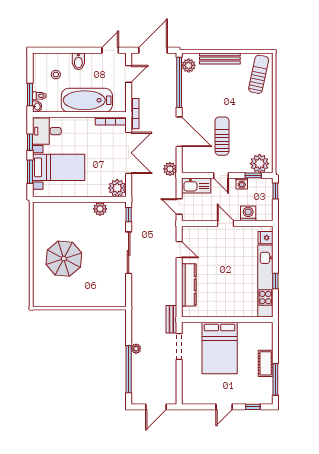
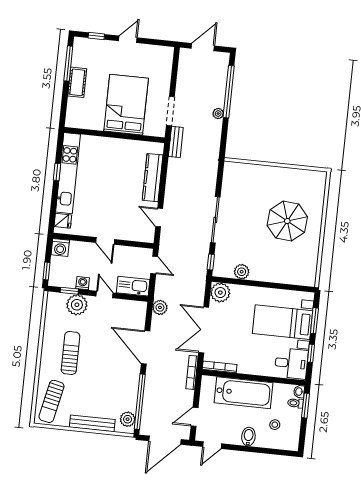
sun lounger: (222, 136) -> (70, 353), moved, turned 180
plant: (260, 164) -> (77, 305), moved
washing machine: (248, 213) -> (60, 248), moved

